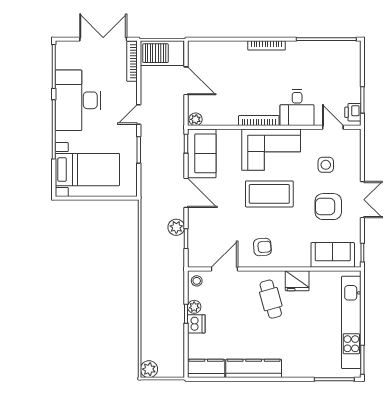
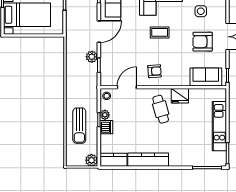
door: (186, 193) -> (99, 32), hinge flipped
coffee table: (269, 194) -> (160, 32), width x0.54, depth x0.58
sun lounger: (159, 322) -> (79, 126), added
kitchen unit: (351, 322) -> (219, 126), width x0.73
plant: (149, 369) -> (91, 160), moved

